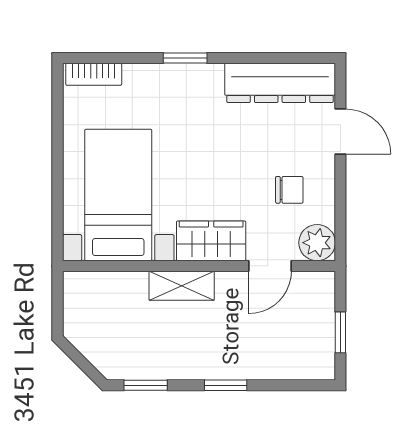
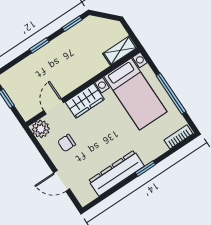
dresser: (280, 83) -> (116, 173), moved
window: (57, 156) -> (171, 94), added
shelving: (182, 286) -> (120, 51), moved

